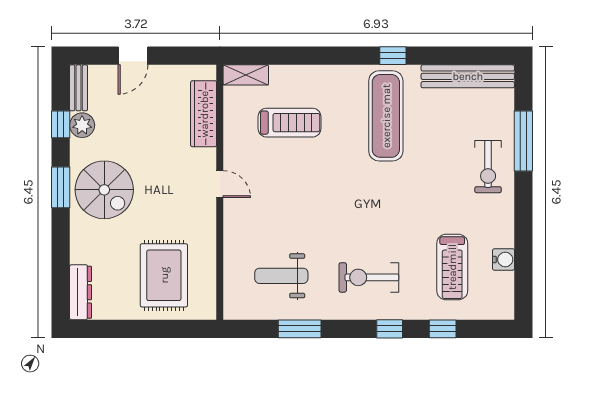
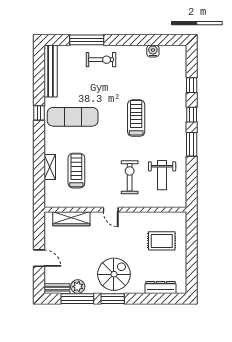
shelving: (246, 75) -> (50, 167), moved
window: (61, 124) -> (77, 299), width x2.17
door: (220, 184) -> (111, 210), swing flipped
treadmill: (452, 267) -> (136, 118), moved, turned -90
rug: (164, 275) -> (162, 241), width x0.73, depth x0.70
exercise bike: (369, 277) -> (130, 177), moved, turned 180
dresser: (80, 292) -> (161, 287), moved
window: (300, 329) -> (192, 144), moved

